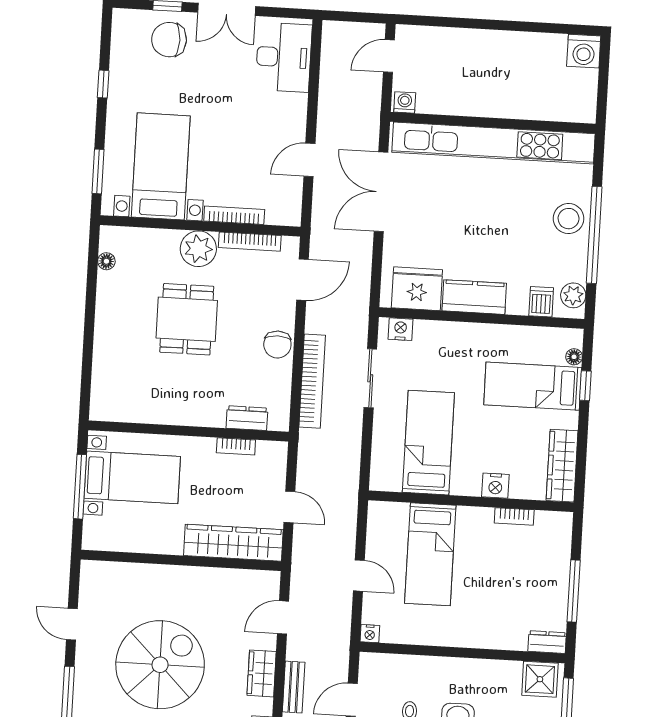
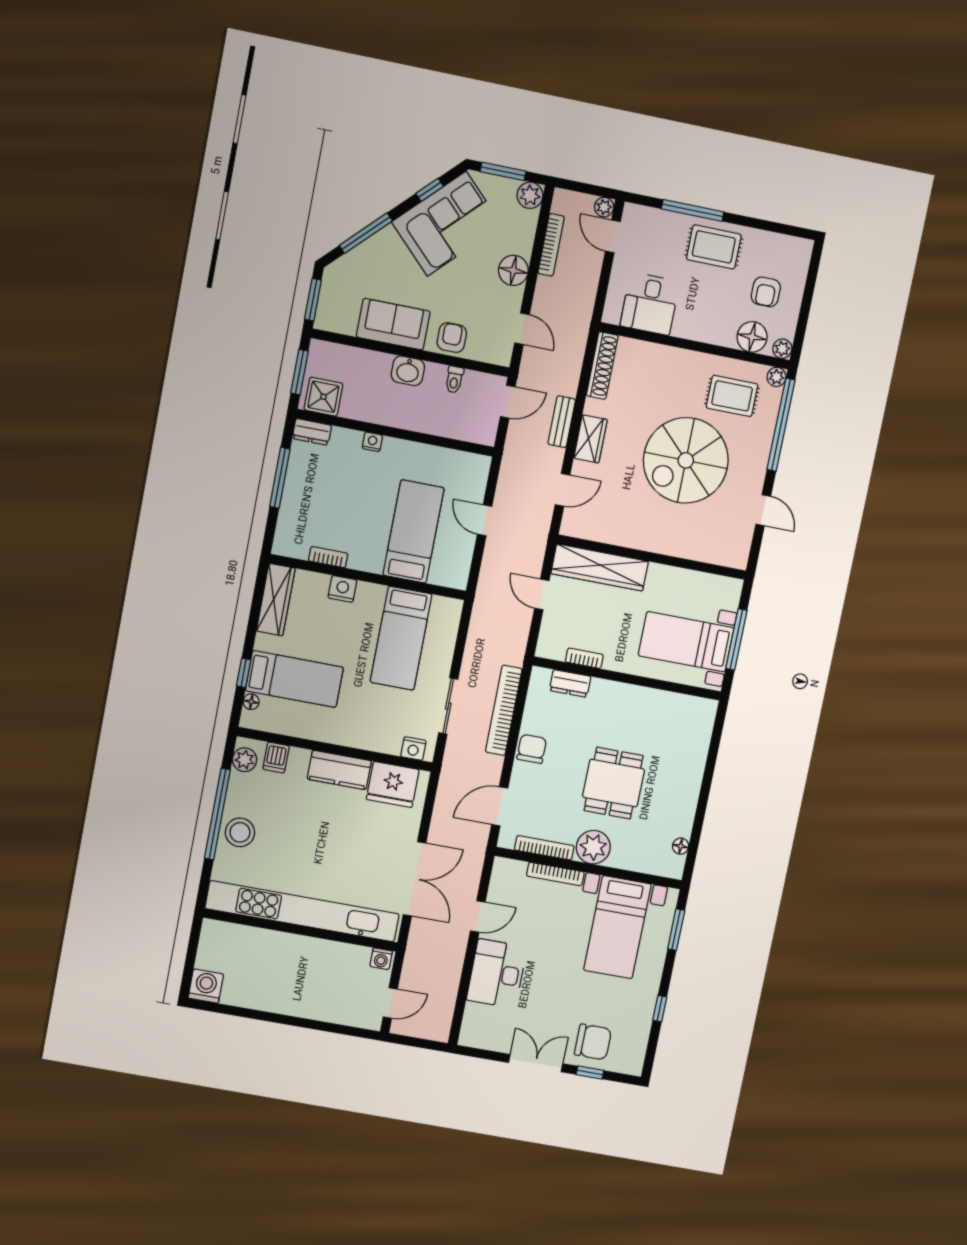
desk: (284, 57) -> (497, 974), moved
nightstand: (370, 634) -> (372, 442), moved

